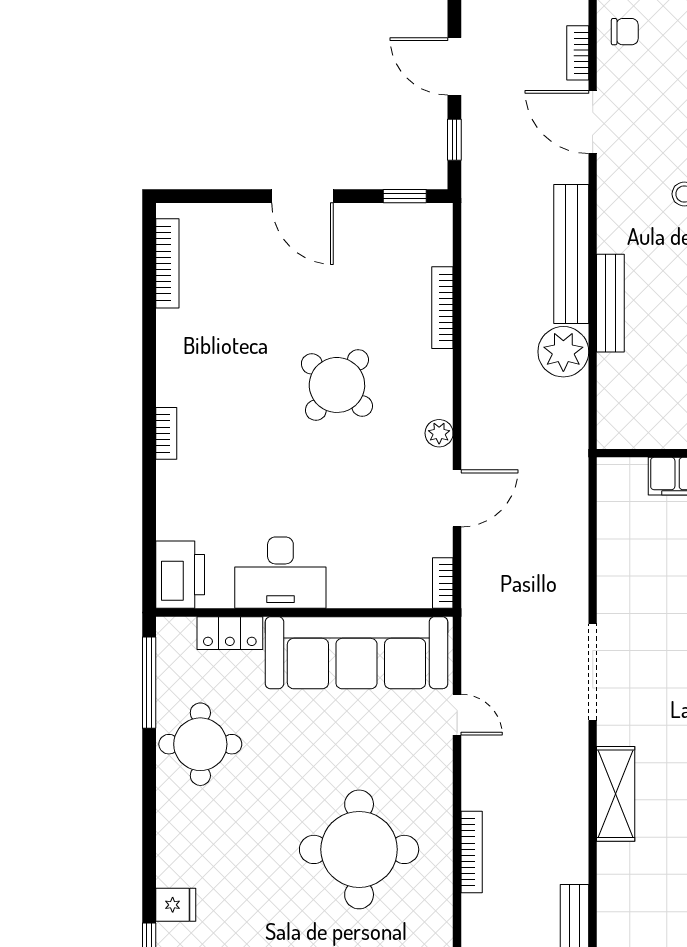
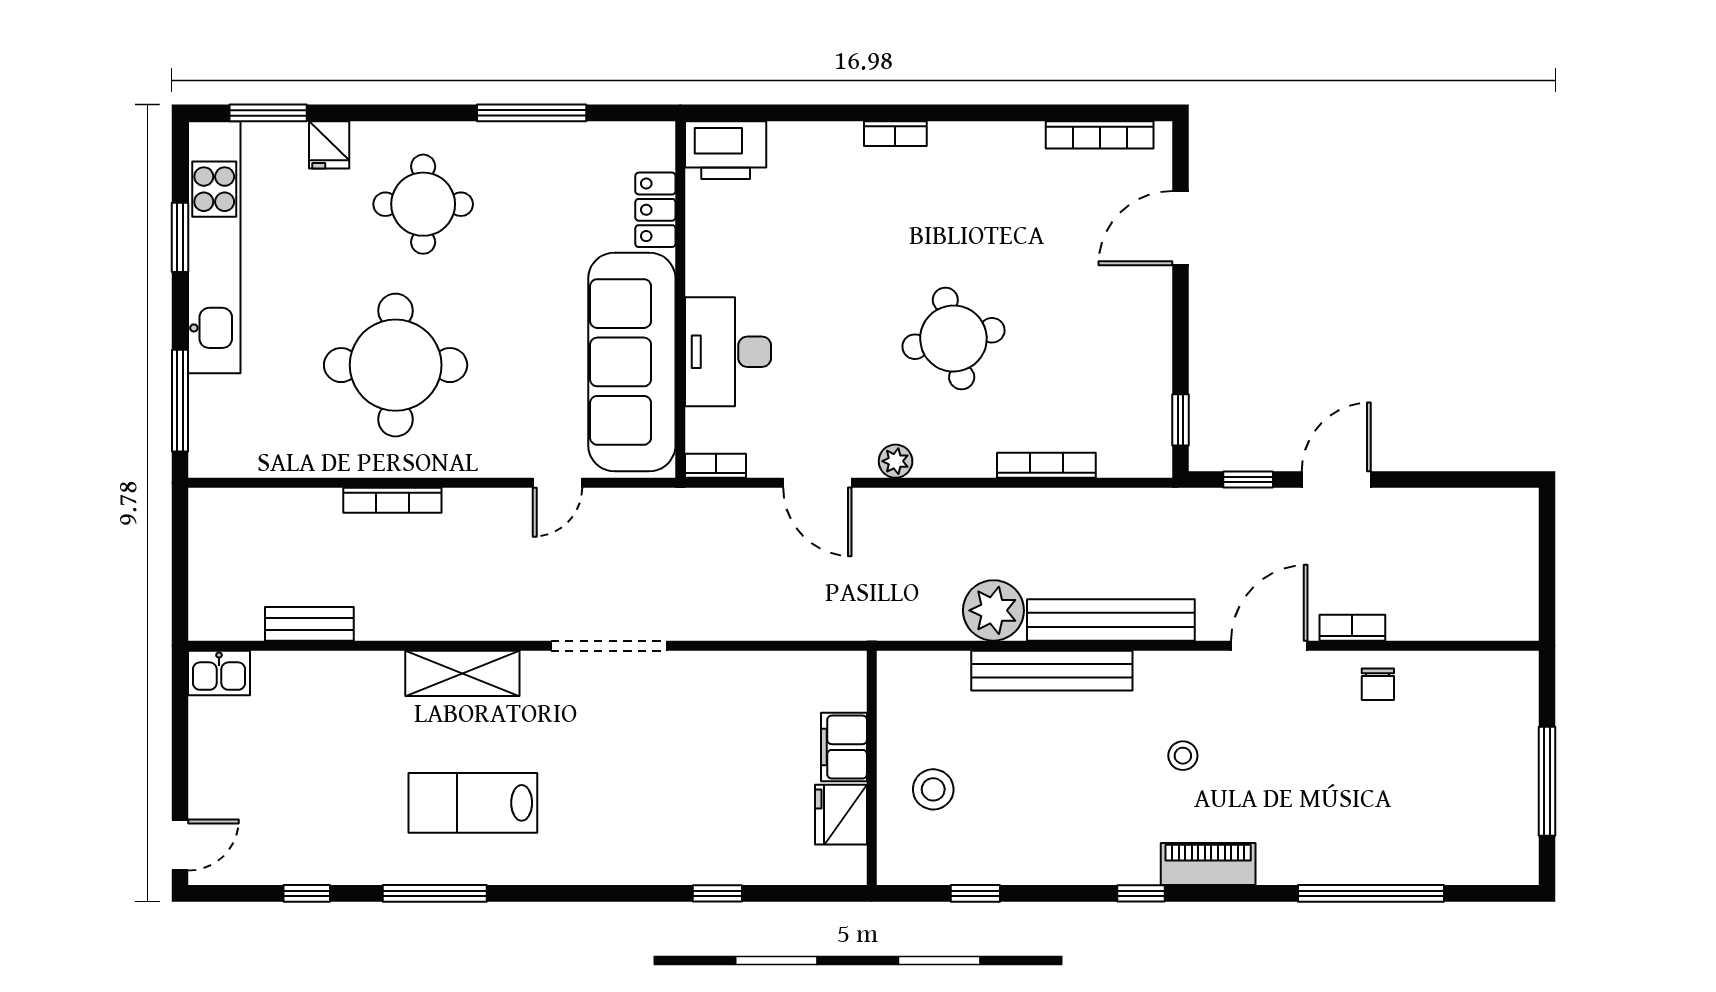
door: (303, 196) -> (1180, 228), moved
bench: (610, 303) -> (1052, 671), width x1.37, depth x1.21
round table: (337, 385) -> (953, 339), turned 38
desk: (280, 573) -> (728, 352), moved
window: (149, 683) -> (532, 113), moved
round table: (200, 744) -> (423, 204), moved

